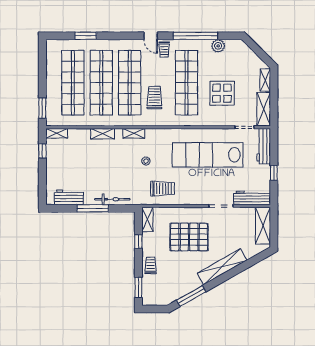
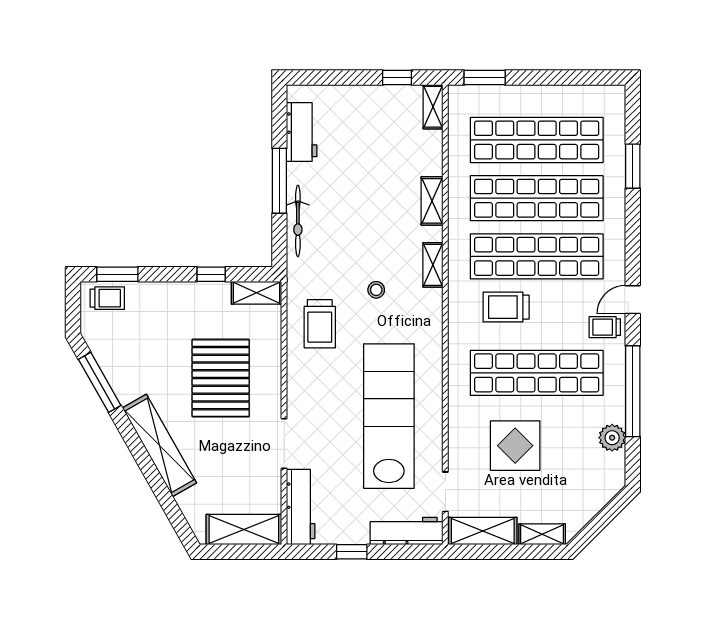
trolley: (154, 98) -> (506, 307), turned 180
trolley: (151, 265) -> (107, 298), moved

